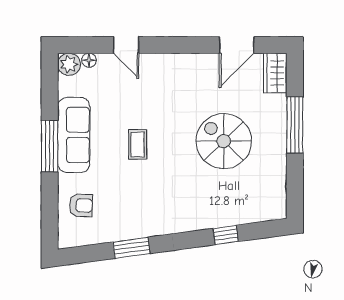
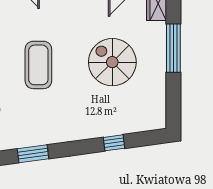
coffee table: (138, 144) -> (38, 65), width x1.86, depth x1.72

